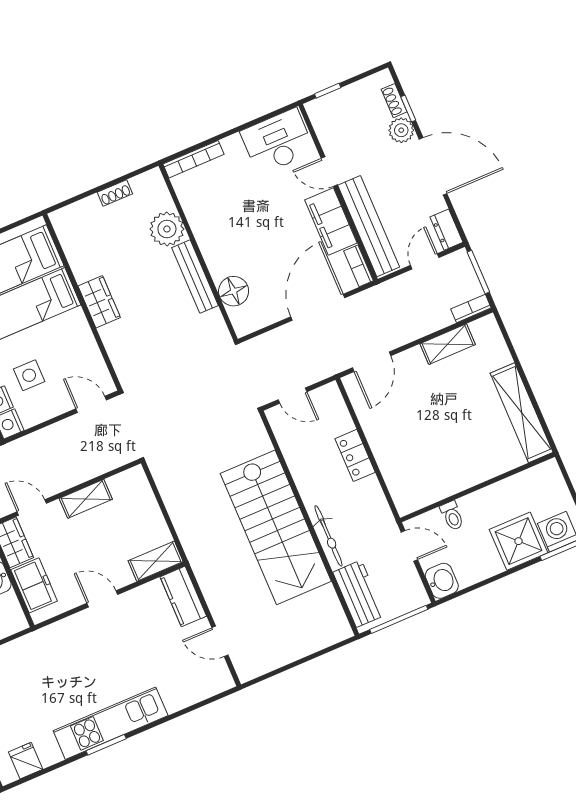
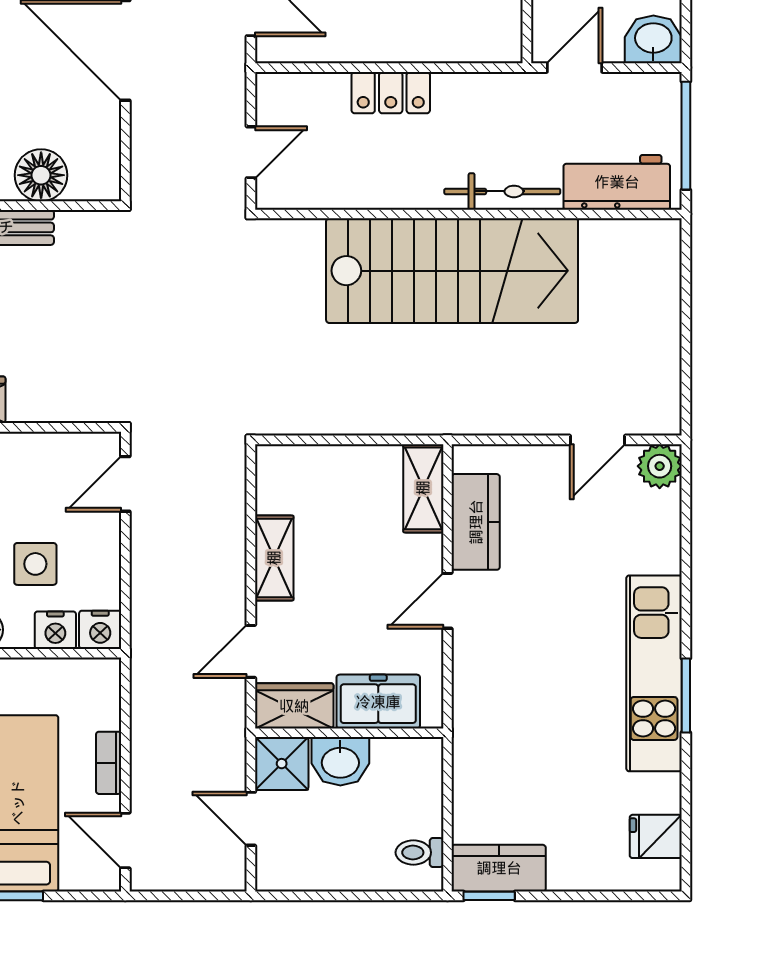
kitchen counter: (183, 596) -> (476, 522), moved, turned -90
plant: (220, 680) -> (660, 466), added

